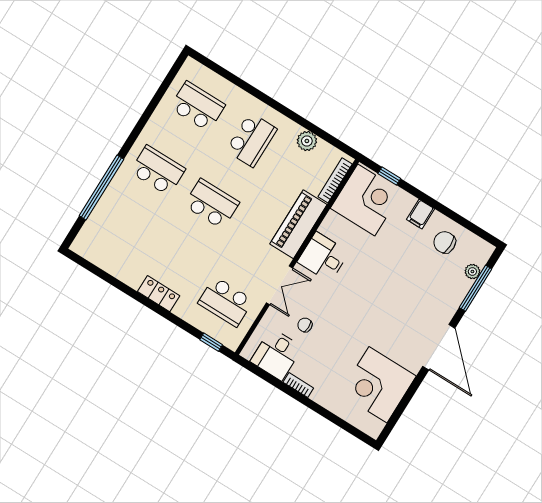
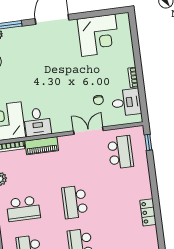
school desk: (251, 140) -> (23, 209), turned 180
piano: (298, 224) -> (42, 146), width x0.73, depth x0.75
desk: (323, 257) -> (37, 122), moved
locker: (159, 294) -> (148, 212), moved

